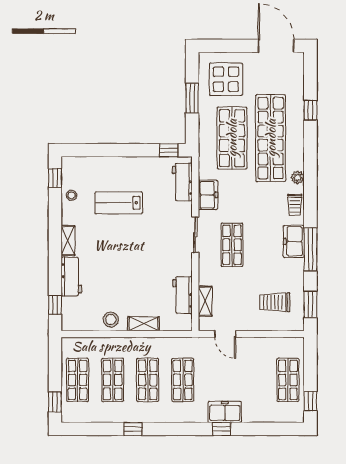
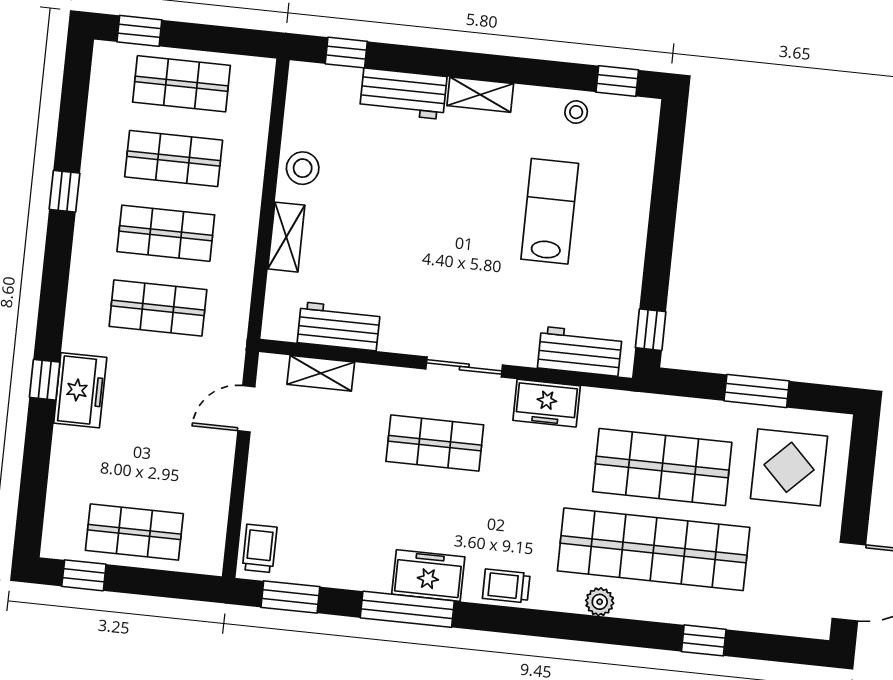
plant: (298, 178) -> (600, 602), moved
trolley: (275, 302) -> (260, 548), moved, width x0.73, depth x0.72

